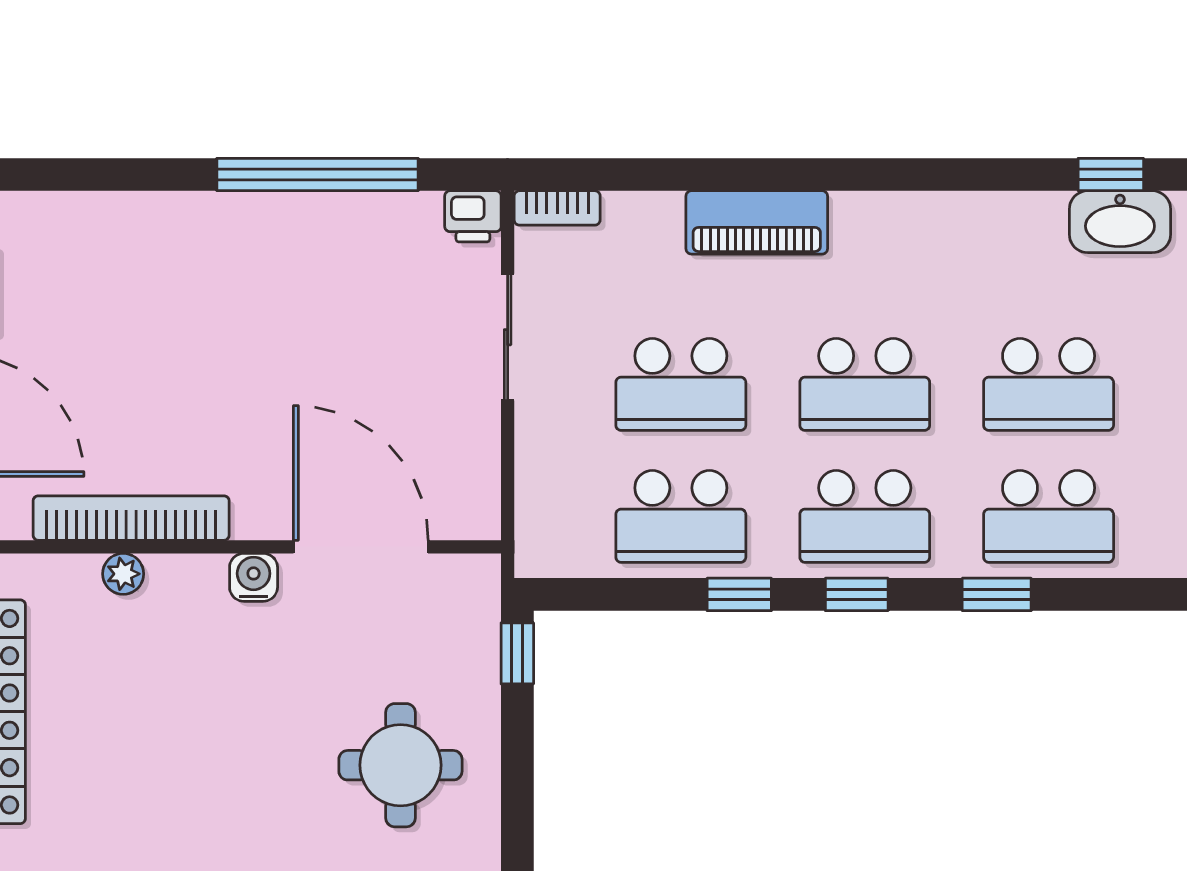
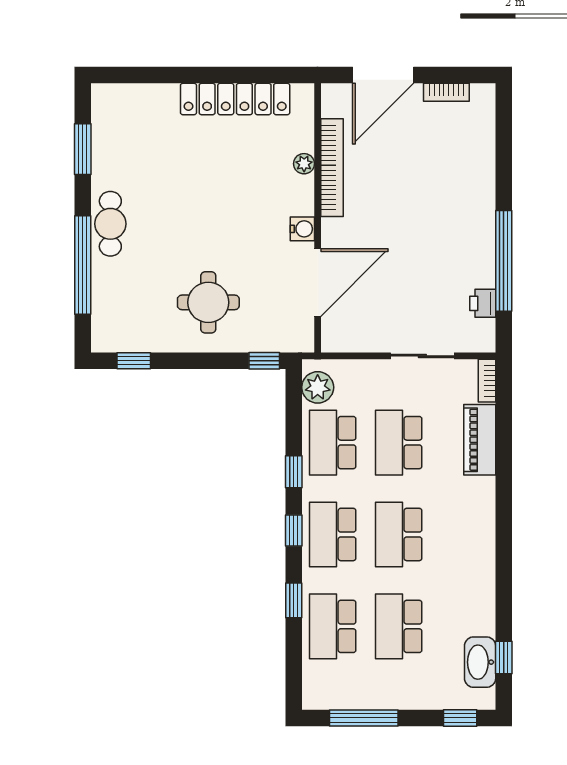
printer: (473, 216) -> (483, 303), moved
piano: (757, 222) -> (480, 440), moved
plant: (570, 547) -> (318, 387), added

